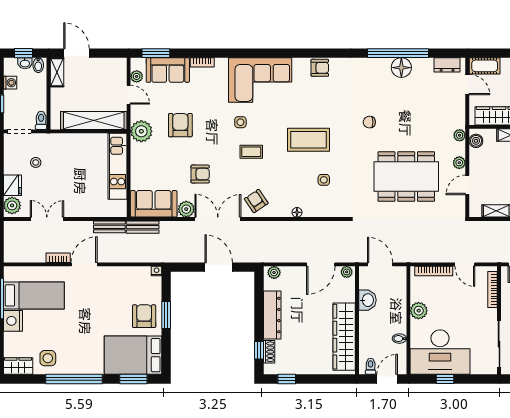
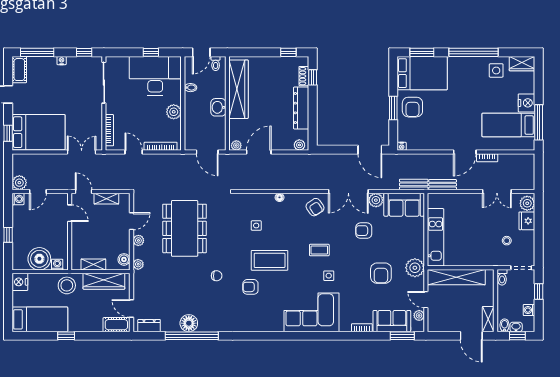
armchair: (320, 68) -> (250, 287), moved
dining table: (406, 177) -> (185, 228), turned 90
door: (219, 267) -> (370, 150), moved
washbasin: (367, 300) -> (218, 107), moved

